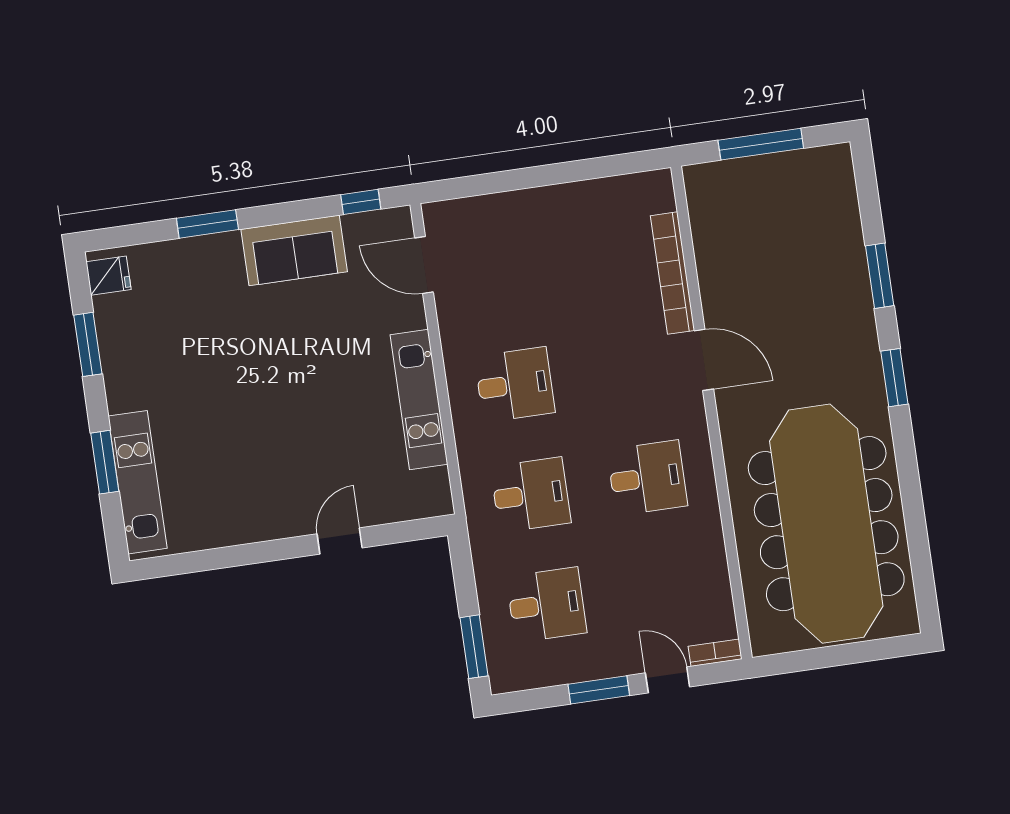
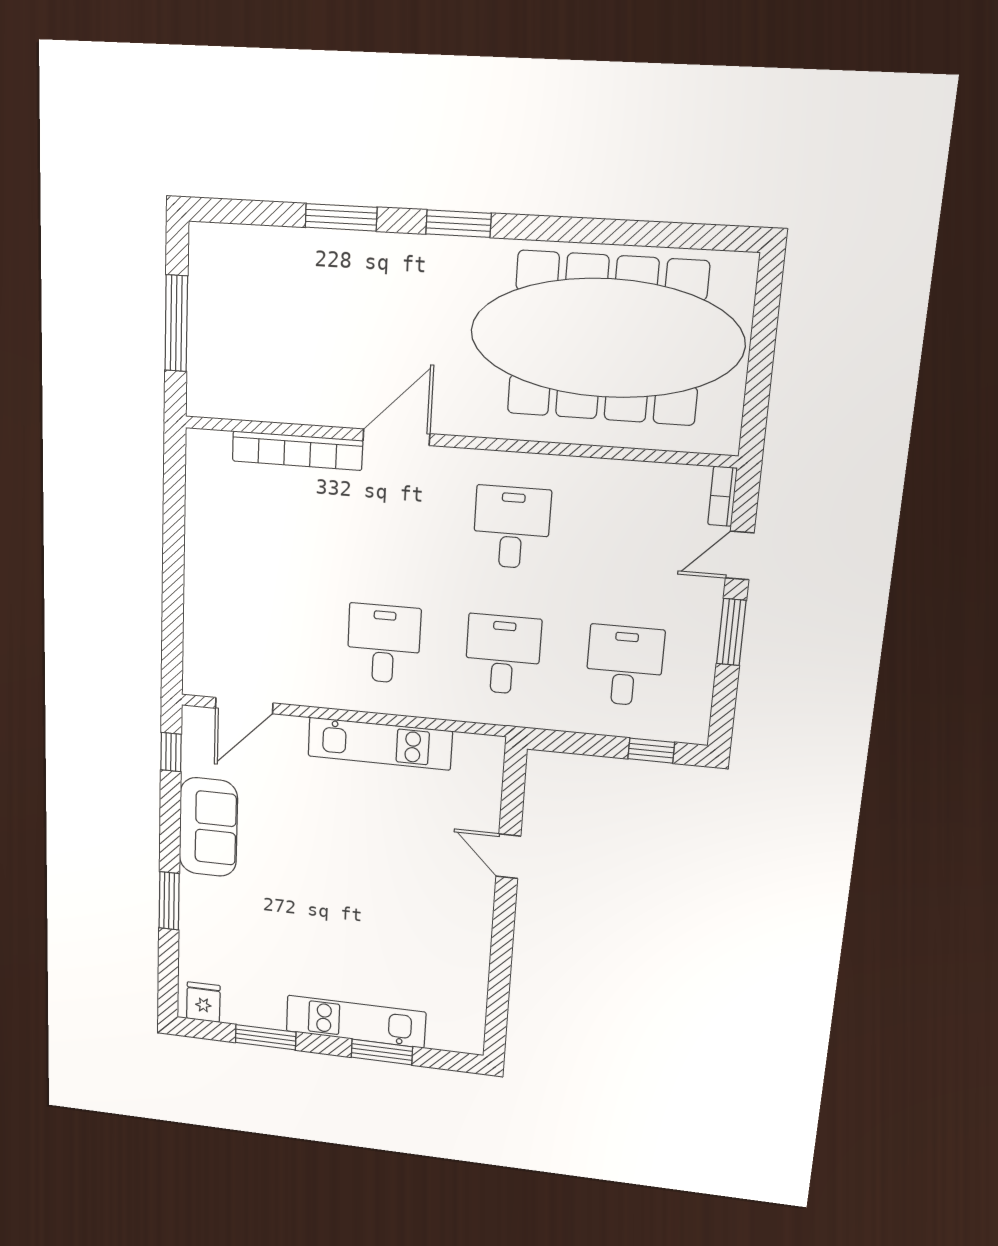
kitchen unit: (138, 482) -> (356, 1022), moved
window: (474, 647) -> (651, 751), width x0.67

